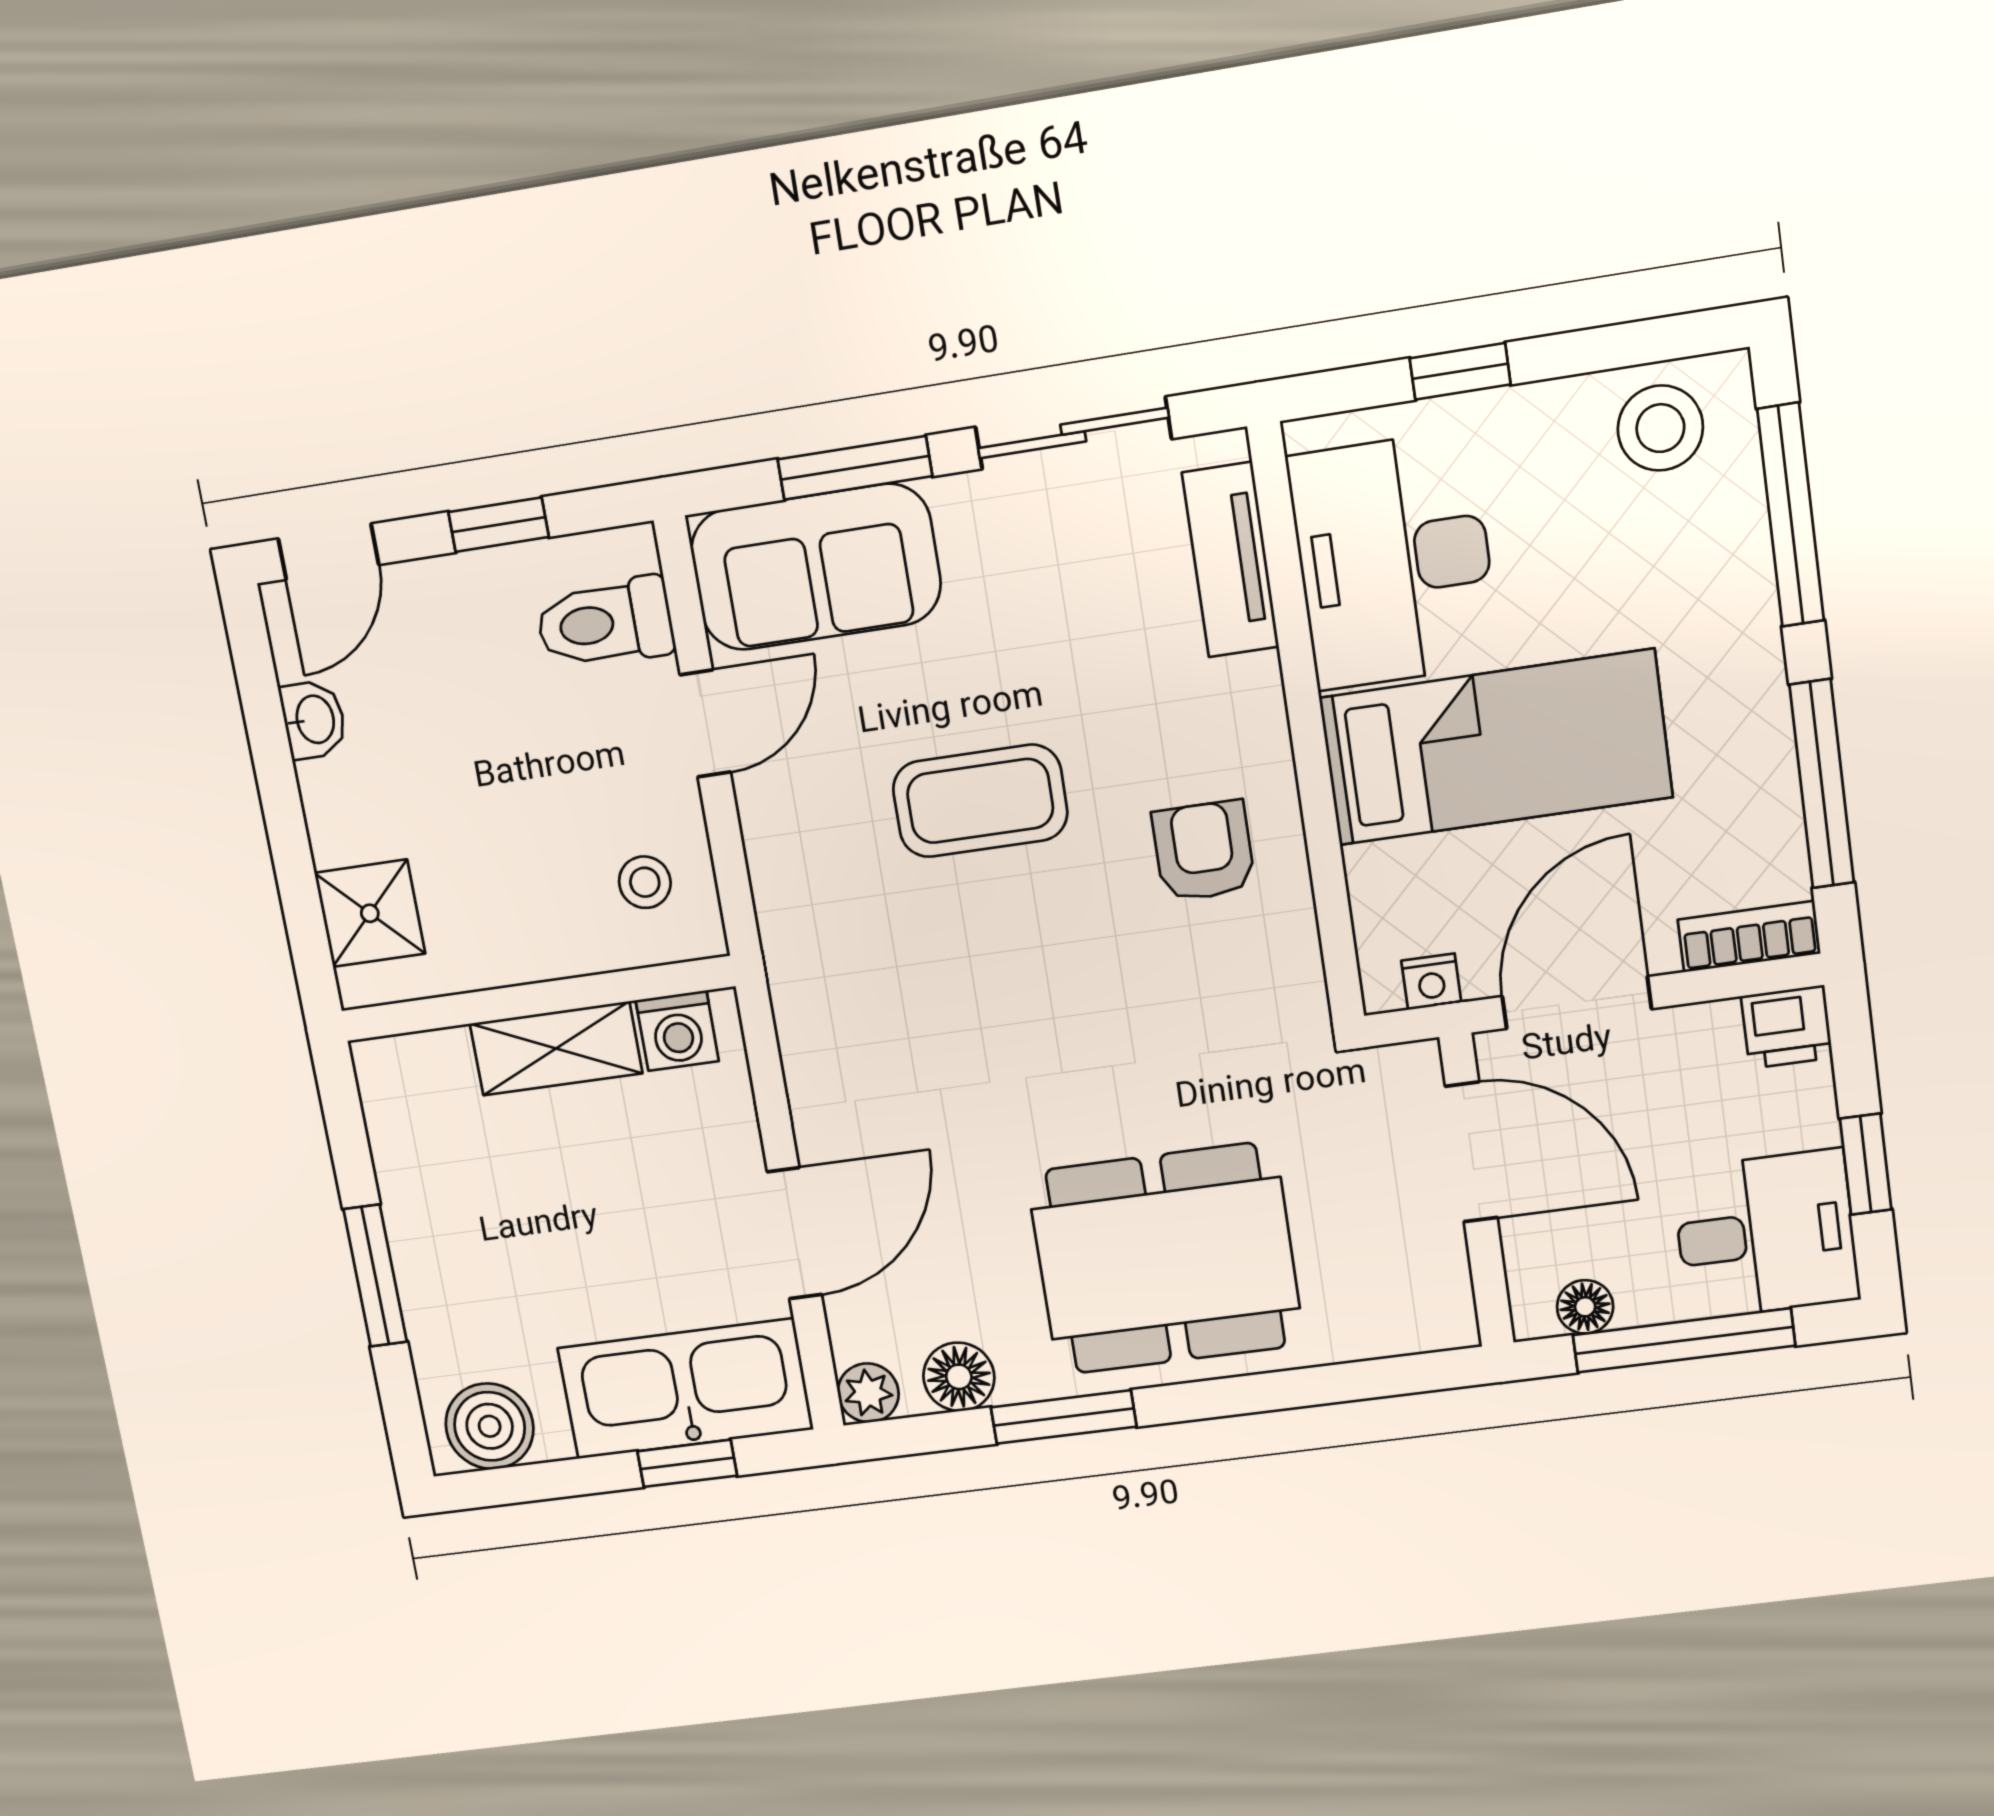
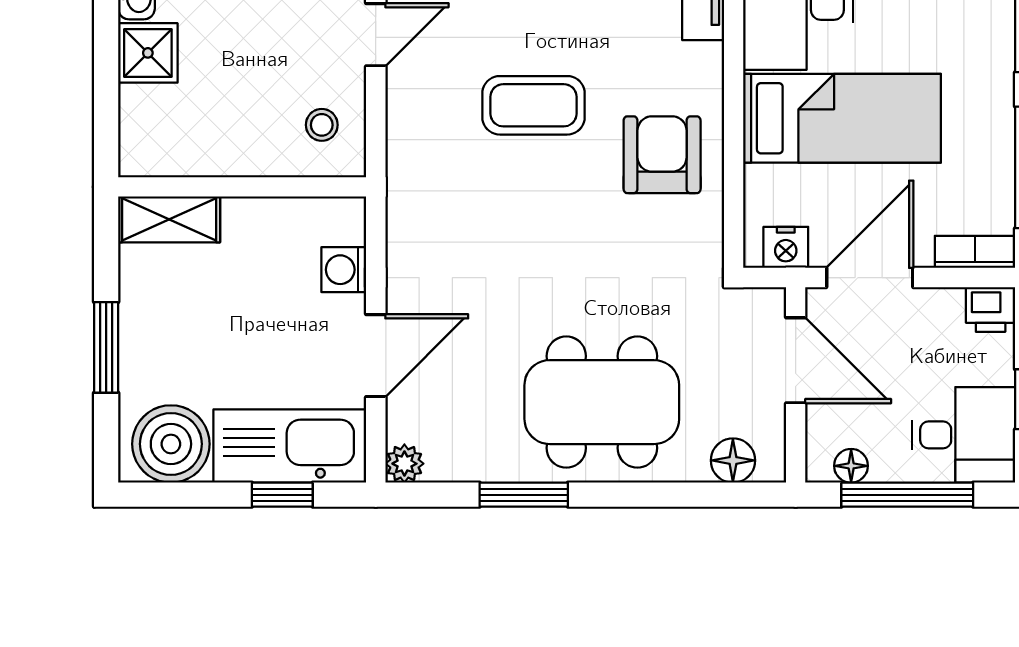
armchair: (1204, 851) -> (662, 155), width x1.38, depth x1.38
shower: (370, 913) -> (148, 53), moved
nightstand: (1431, 982) -> (786, 247), width x1.39, depth x1.35
washing machine: (677, 1031) -> (344, 270), moved, turned 90
shelving: (556, 1048) -> (169, 219), moved
floor lamp: (959, 1377) -> (733, 460), moved
boiler: (490, 1426) -> (171, 444), width x1.37, depth x1.37

